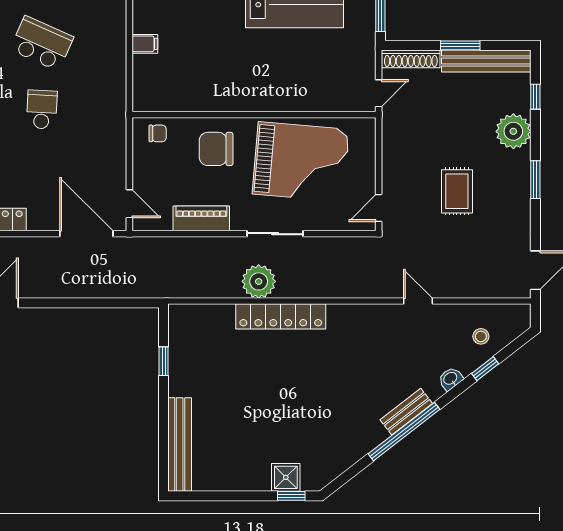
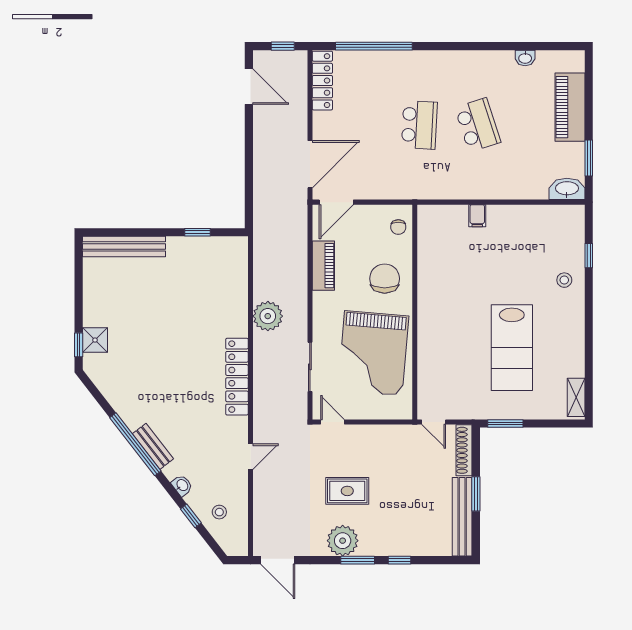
school desk: (42, 43) -> (478, 125), turned -42
window: (535, 97) -> (400, 560), moved
school desk: (42, 109) -> (419, 125), width x1.85
plant: (513, 131) -> (343, 541), moved
door: (129, 204) -> (336, 202), width x1.38
sliding door: (275, 234) -> (310, 367), moved
locker: (281, 316) -> (237, 377), moved

